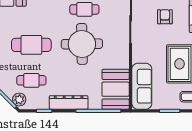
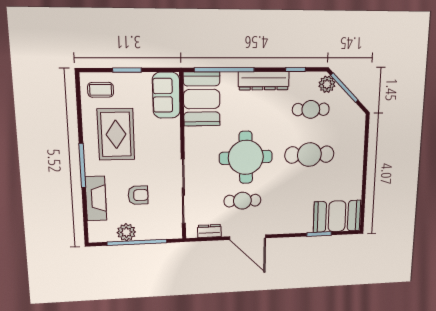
armchair: (165, 17) -> (138, 195), turned -90
sofa: (142, 86) -> (166, 95), width x0.73

